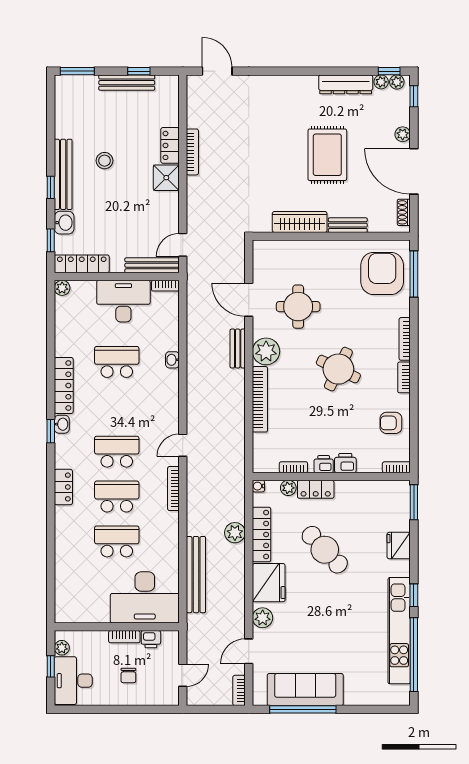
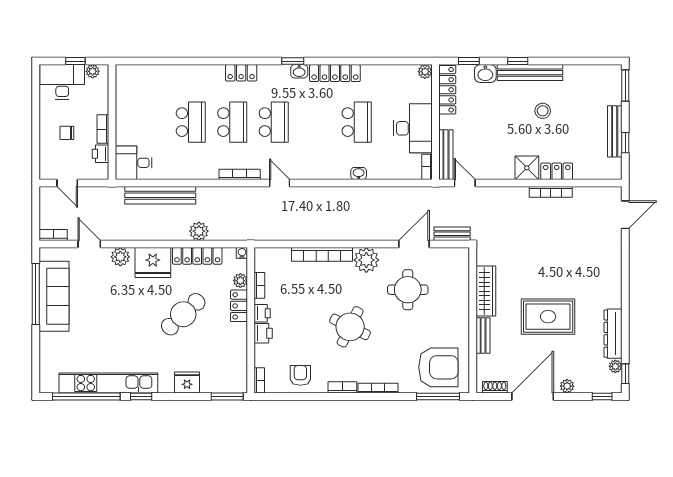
plant: (397, 82) -> (615, 381), removed
bench: (238, 348) -> (452, 234), moved
desk: (145, 597) -> (134, 163), width x0.53, depth x0.77

